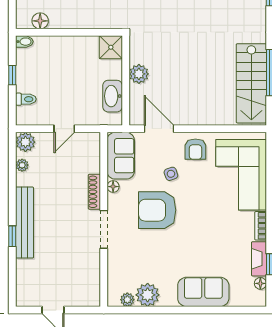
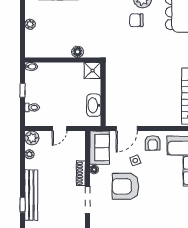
floor lamp: (40, 21) -> (78, 52), moved
plant: (139, 74) -> (112, 90), removed
door: (159, 129) -> (127, 129), swing flipped

